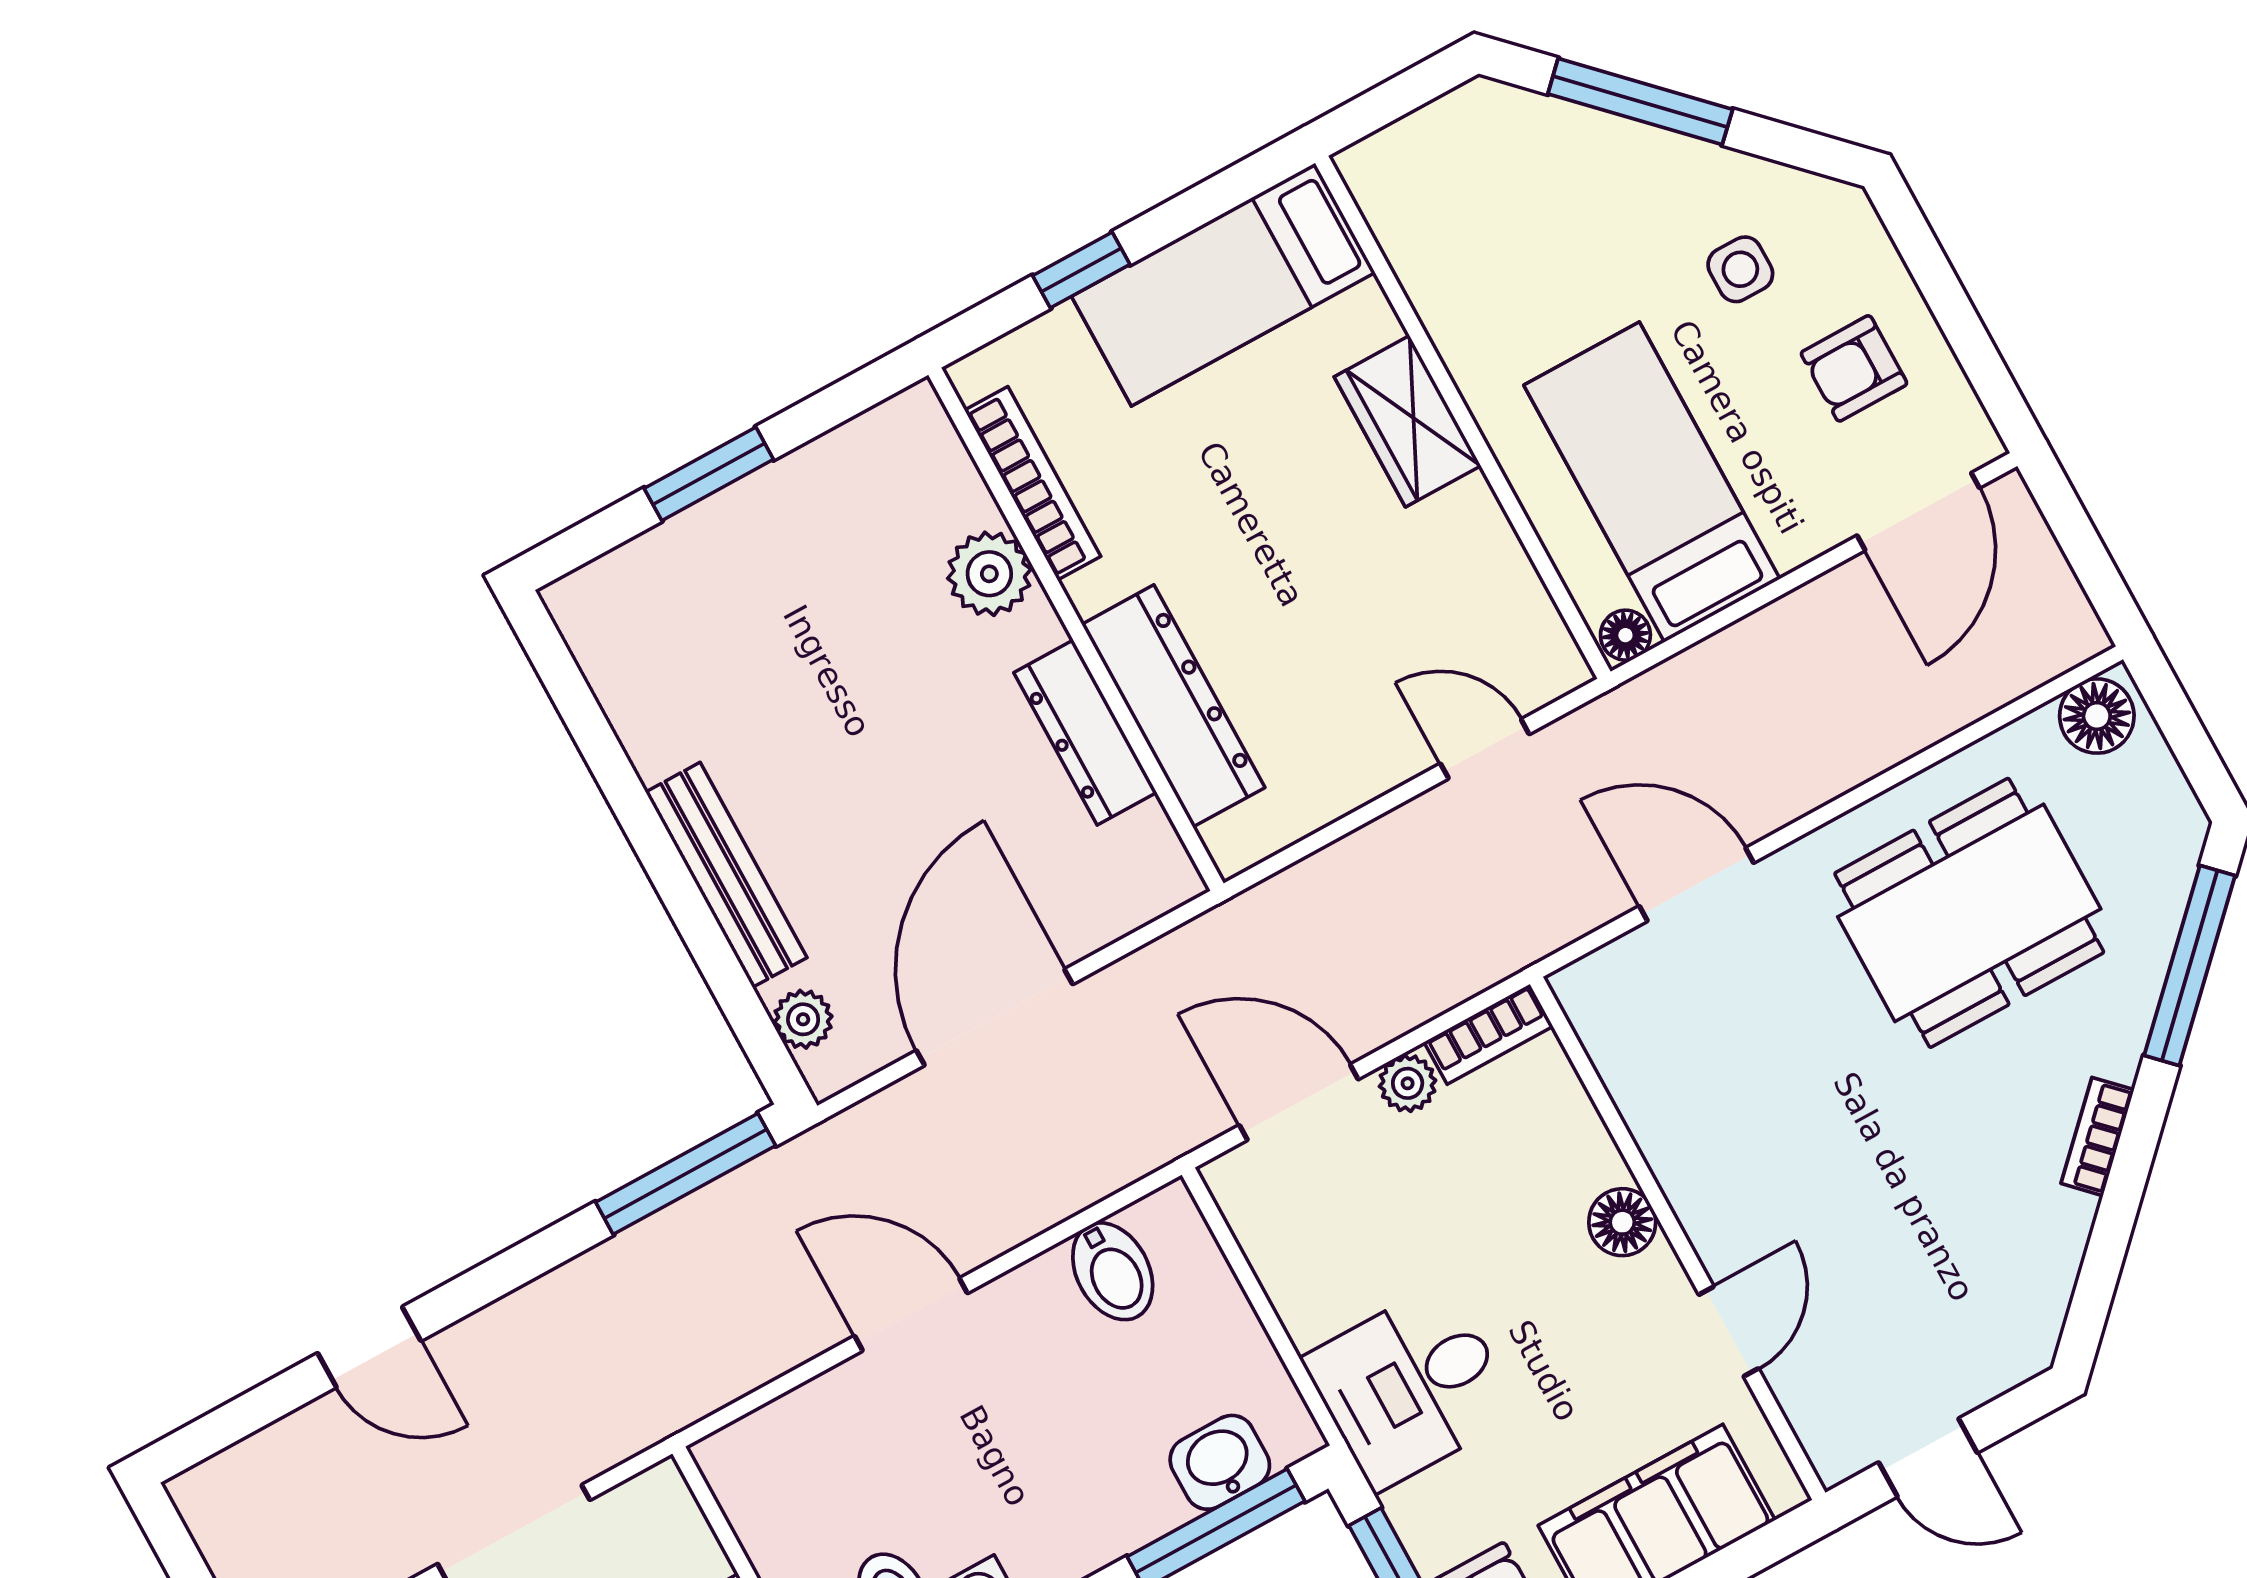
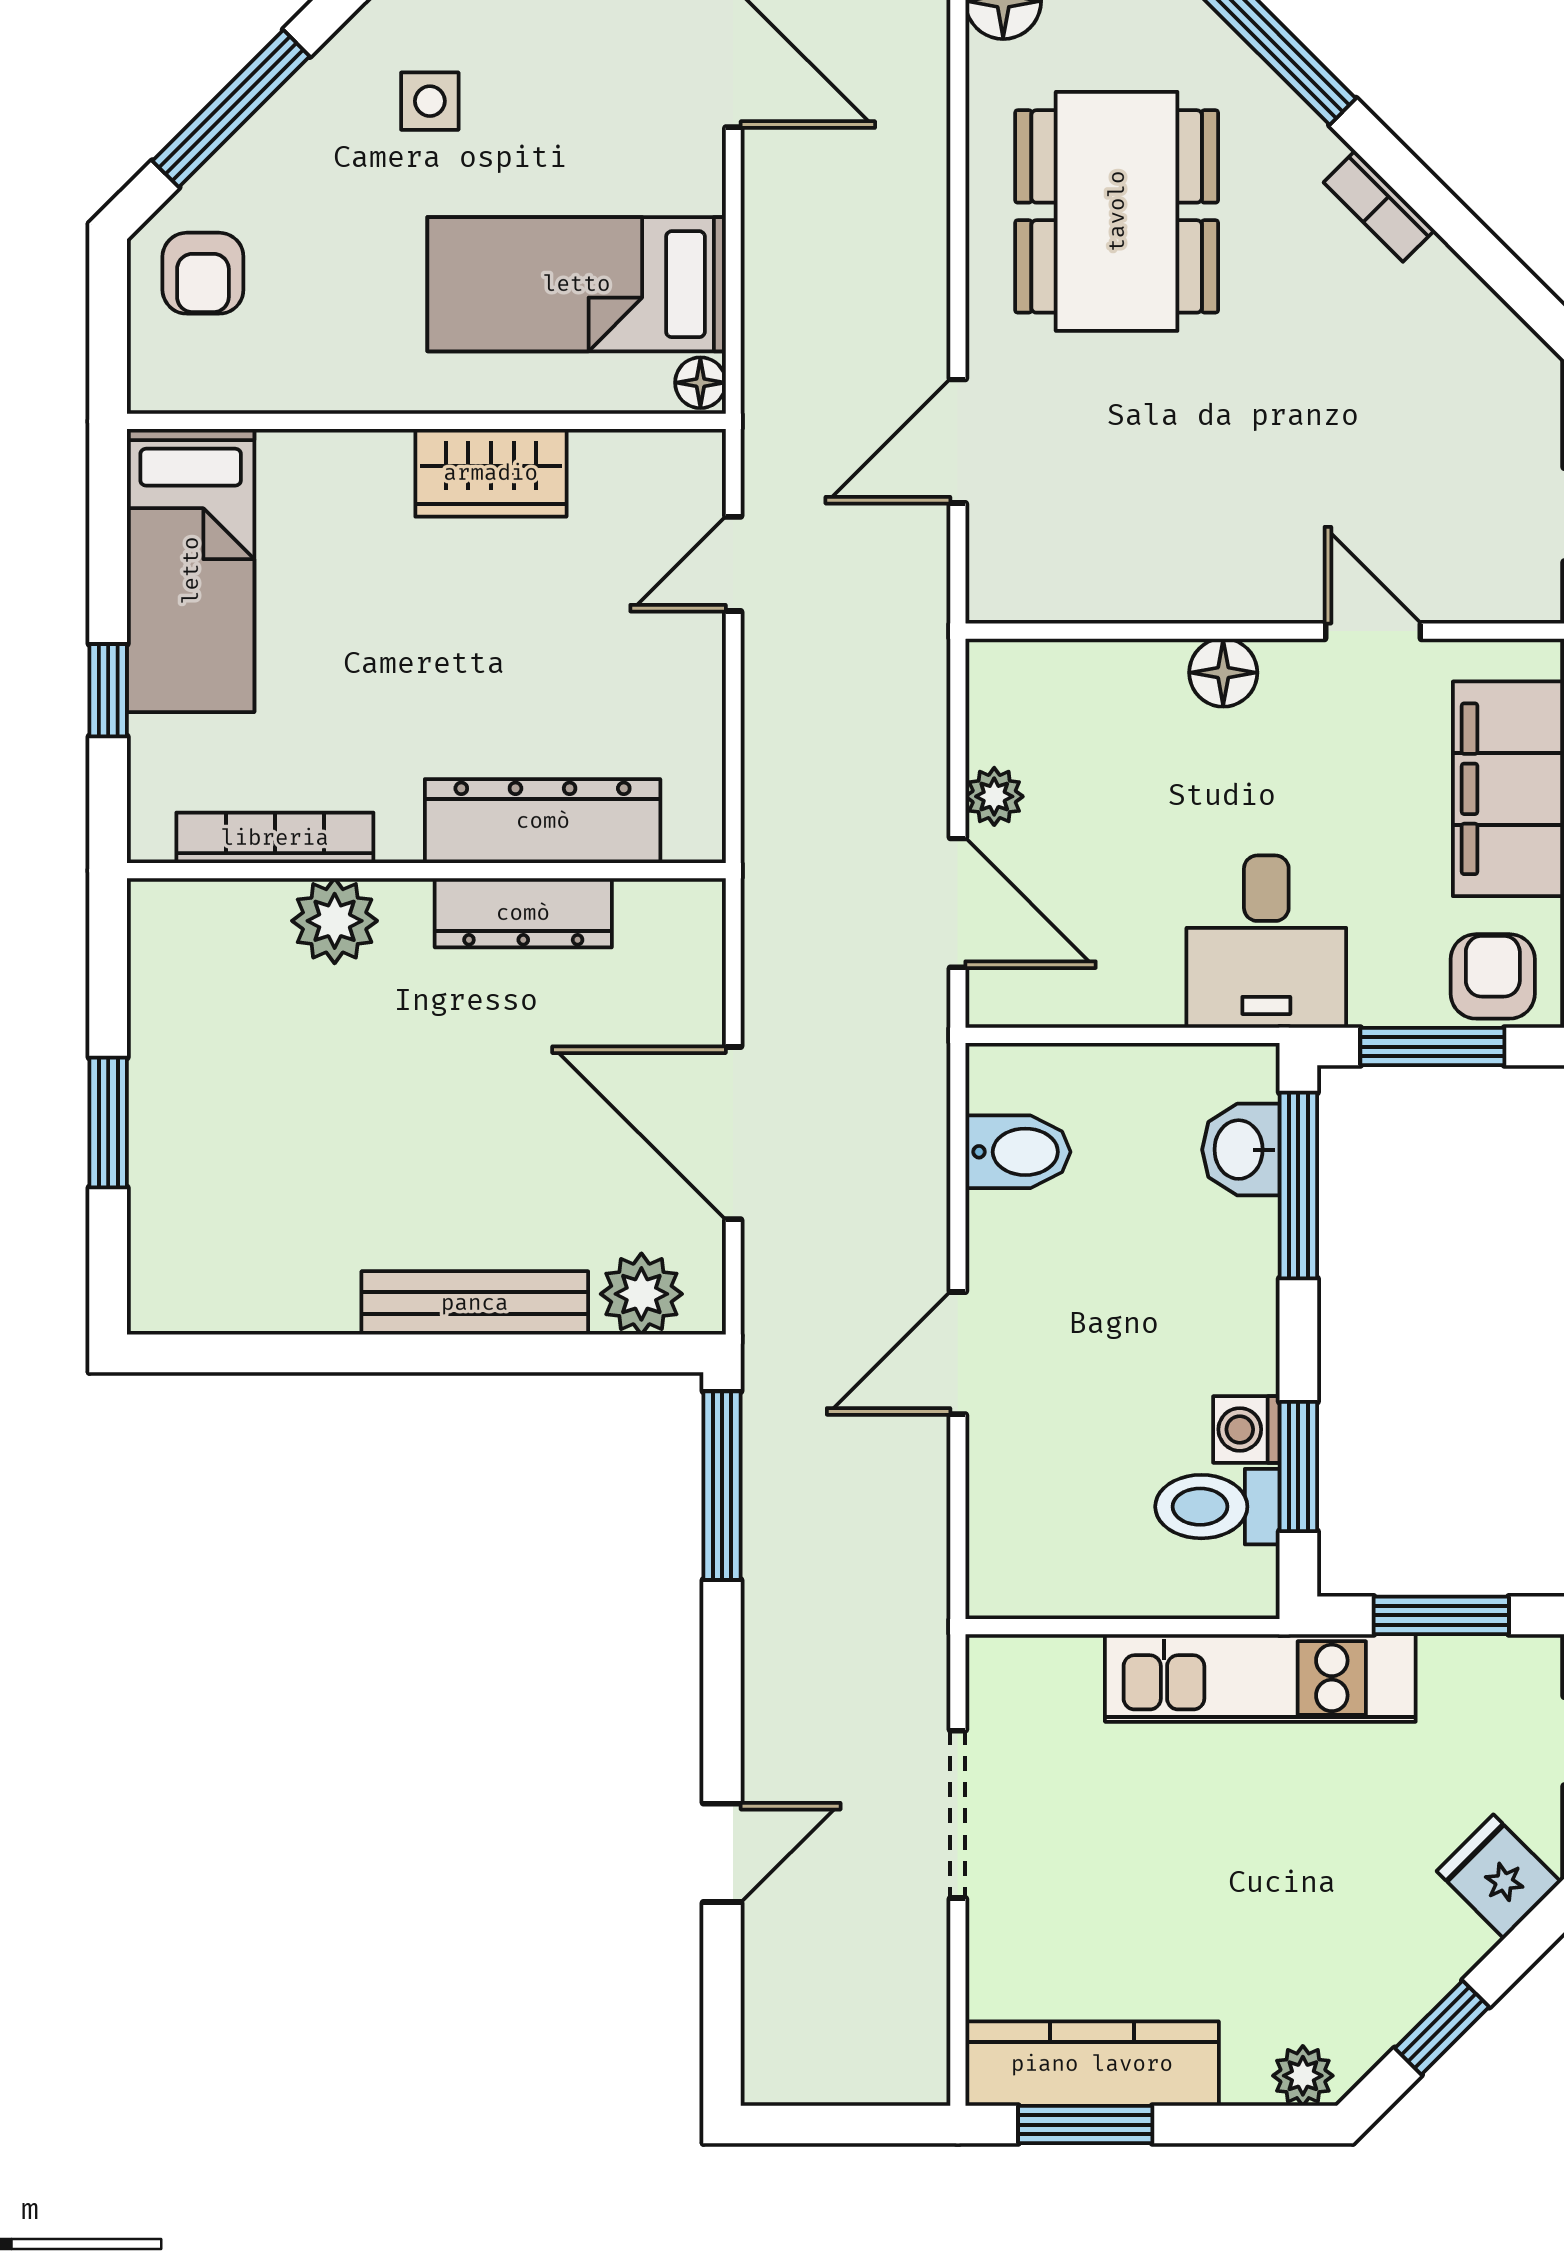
armchair: (1854, 368) -> (203, 273), moved
wardrobe: (1408, 421) -> (491, 473), moved
plant: (803, 1019) -> (641, 1294), width x1.38, depth x1.38
bookcase: (1489, 1034) -> (990, 700), removed
door: (1299, 1102) -> (958, 903), swing flipped

